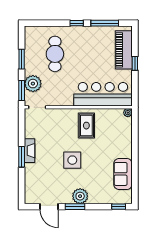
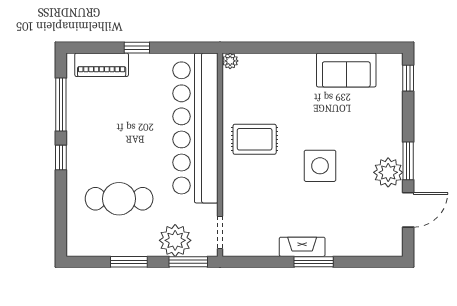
piano: (124, 50) -> (102, 65), width x0.73, depth x0.75
bar counter: (103, 94) -> (195, 128), width x1.36
plant: (80, 196) -> (388, 172), moved

